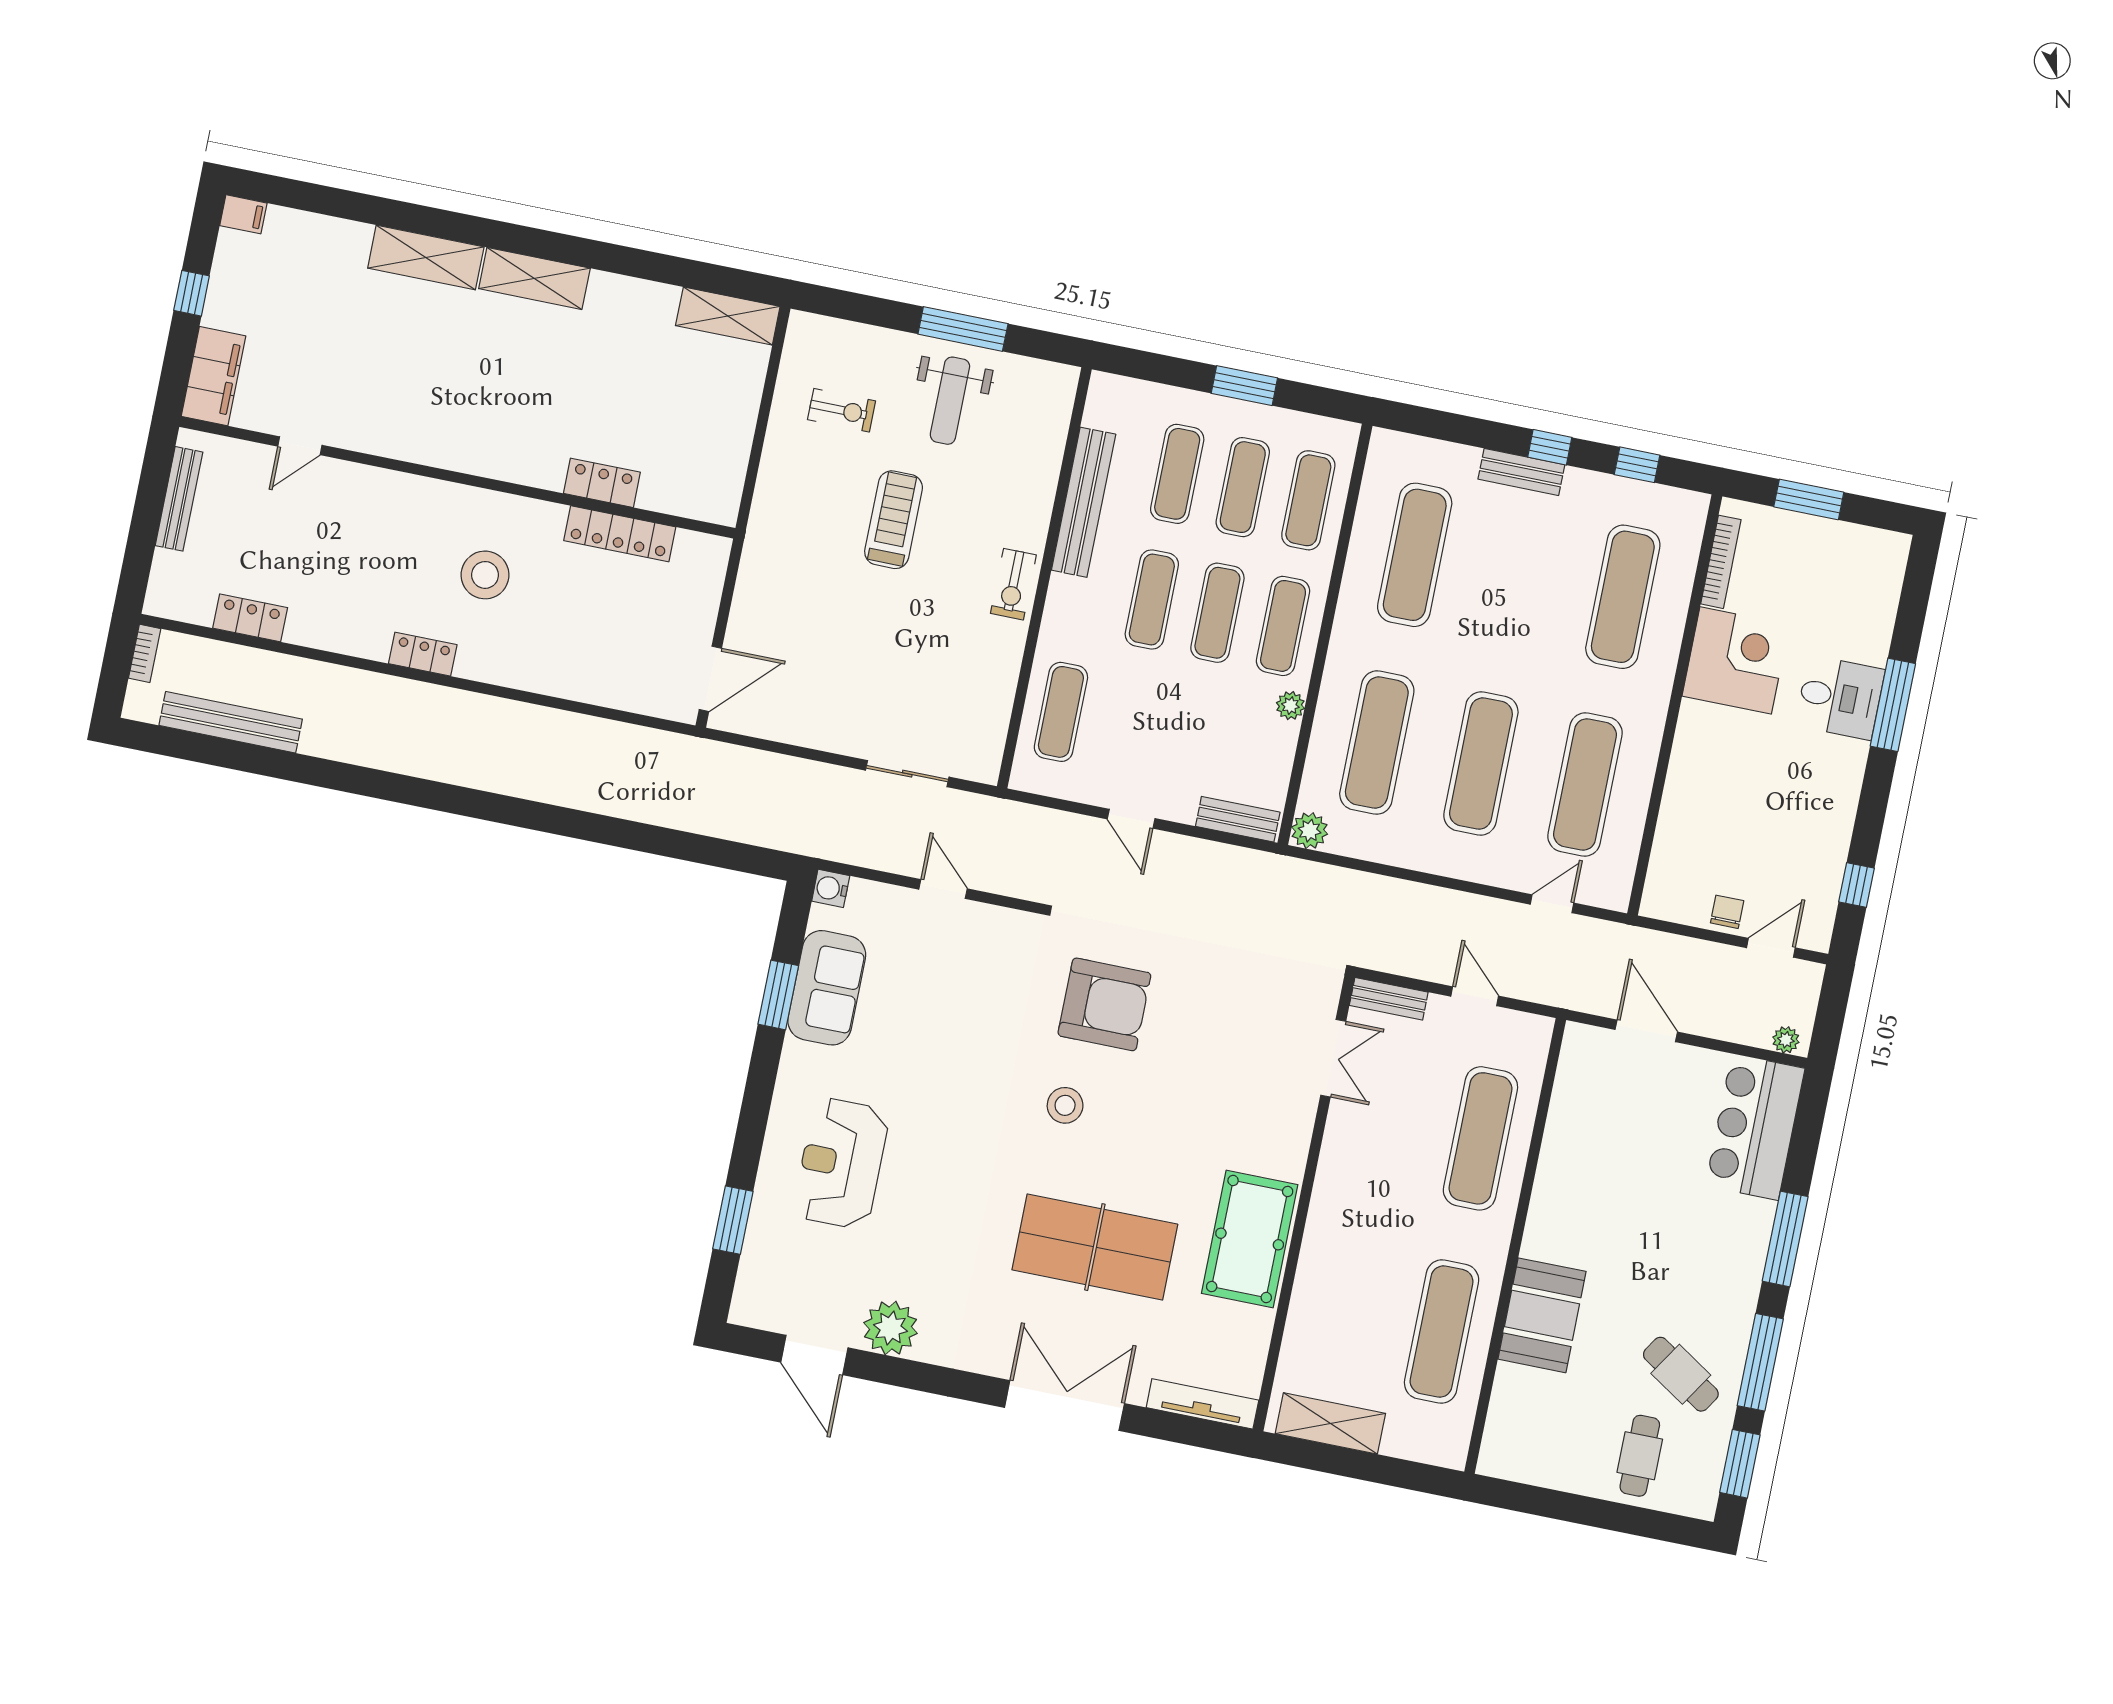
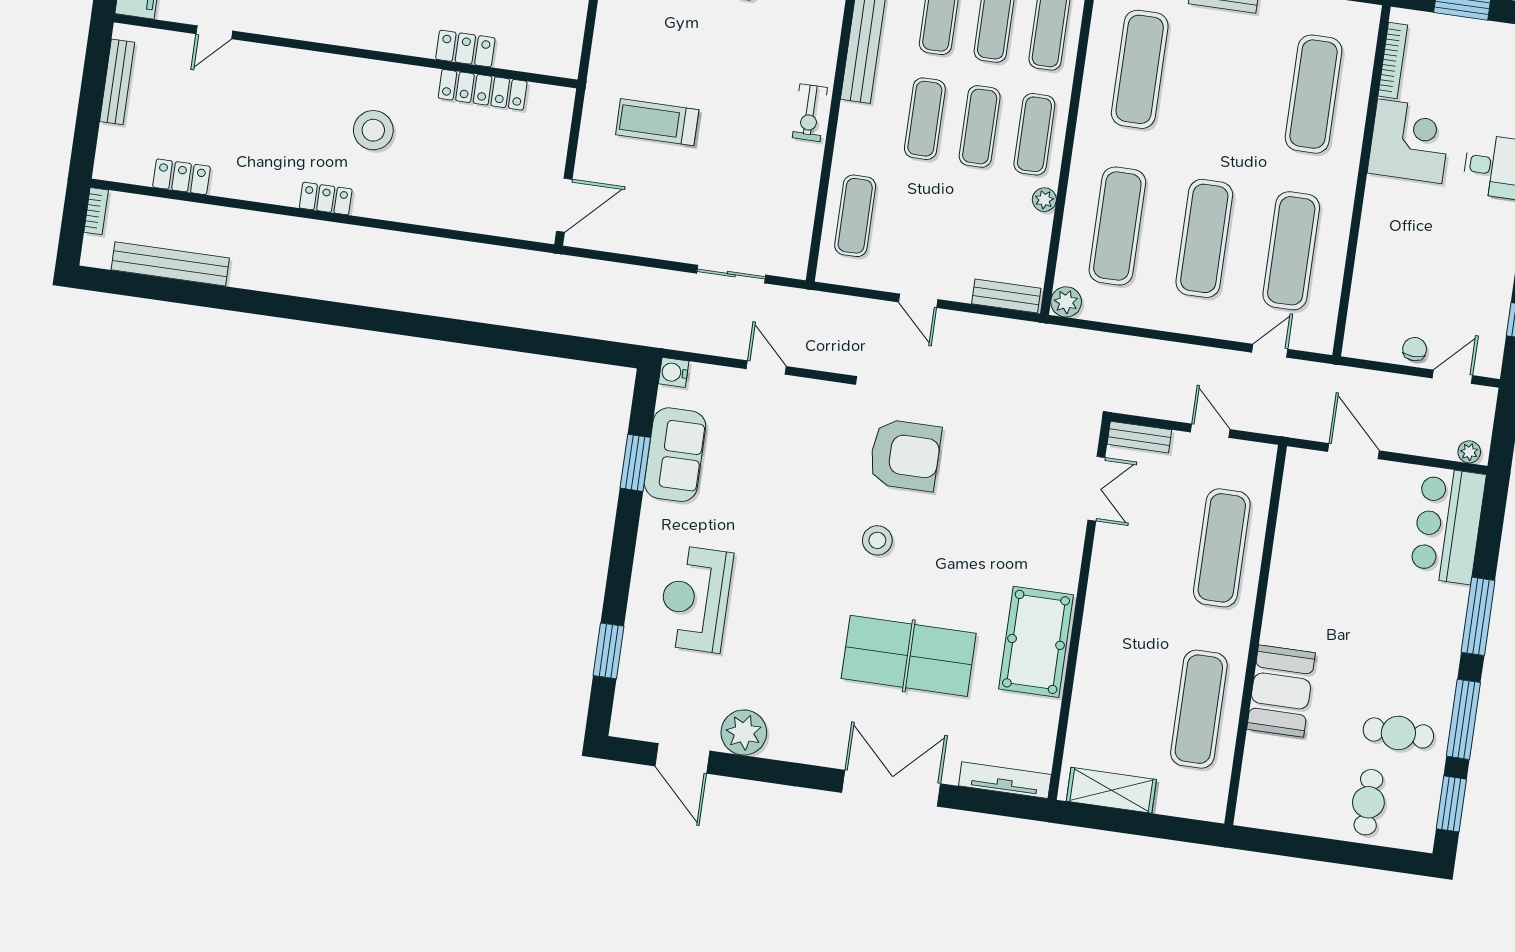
treadmill: (894, 520) -> (657, 122), moved, turned -90
cafe table: (1681, 1374) -> (1398, 733), turned -33

